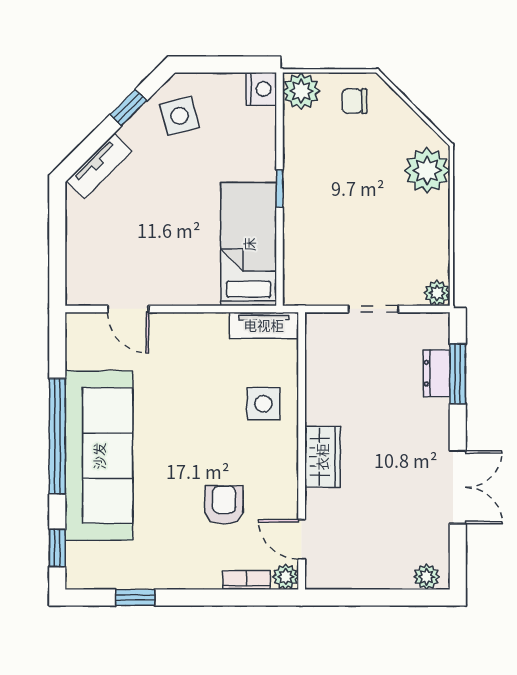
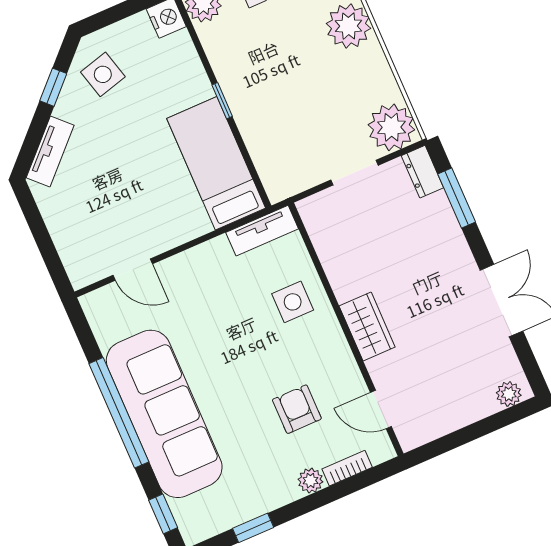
plant: (437, 293) -> (391, 127), width x1.88, depth x1.88
dresser: (437, 373) -> (422, 172), moved
plant: (286, 577) -> (310, 481), moved

